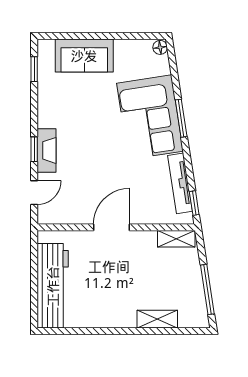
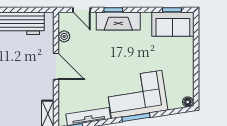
sofa: (84, 56) -> (173, 24), moved, turned -90
fireplace: (47, 150) -> (118, 21), width x1.37, depth x1.32
plant: (71, 216) -> (64, 36), added

